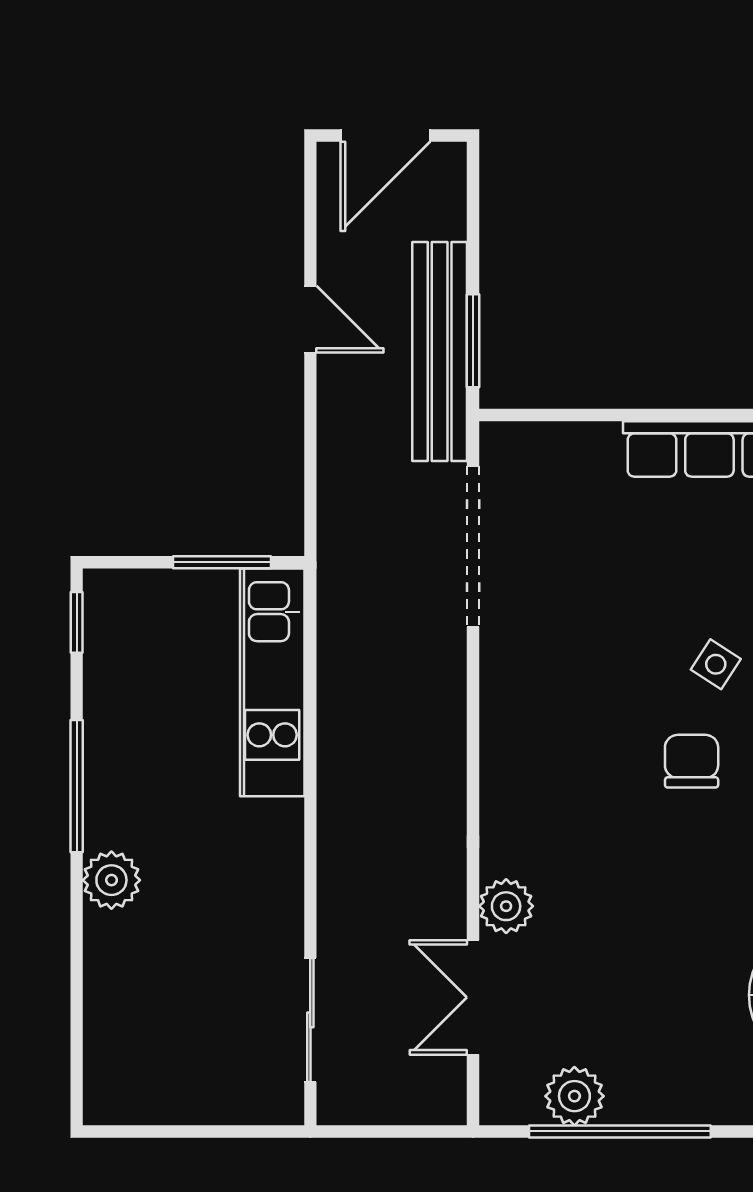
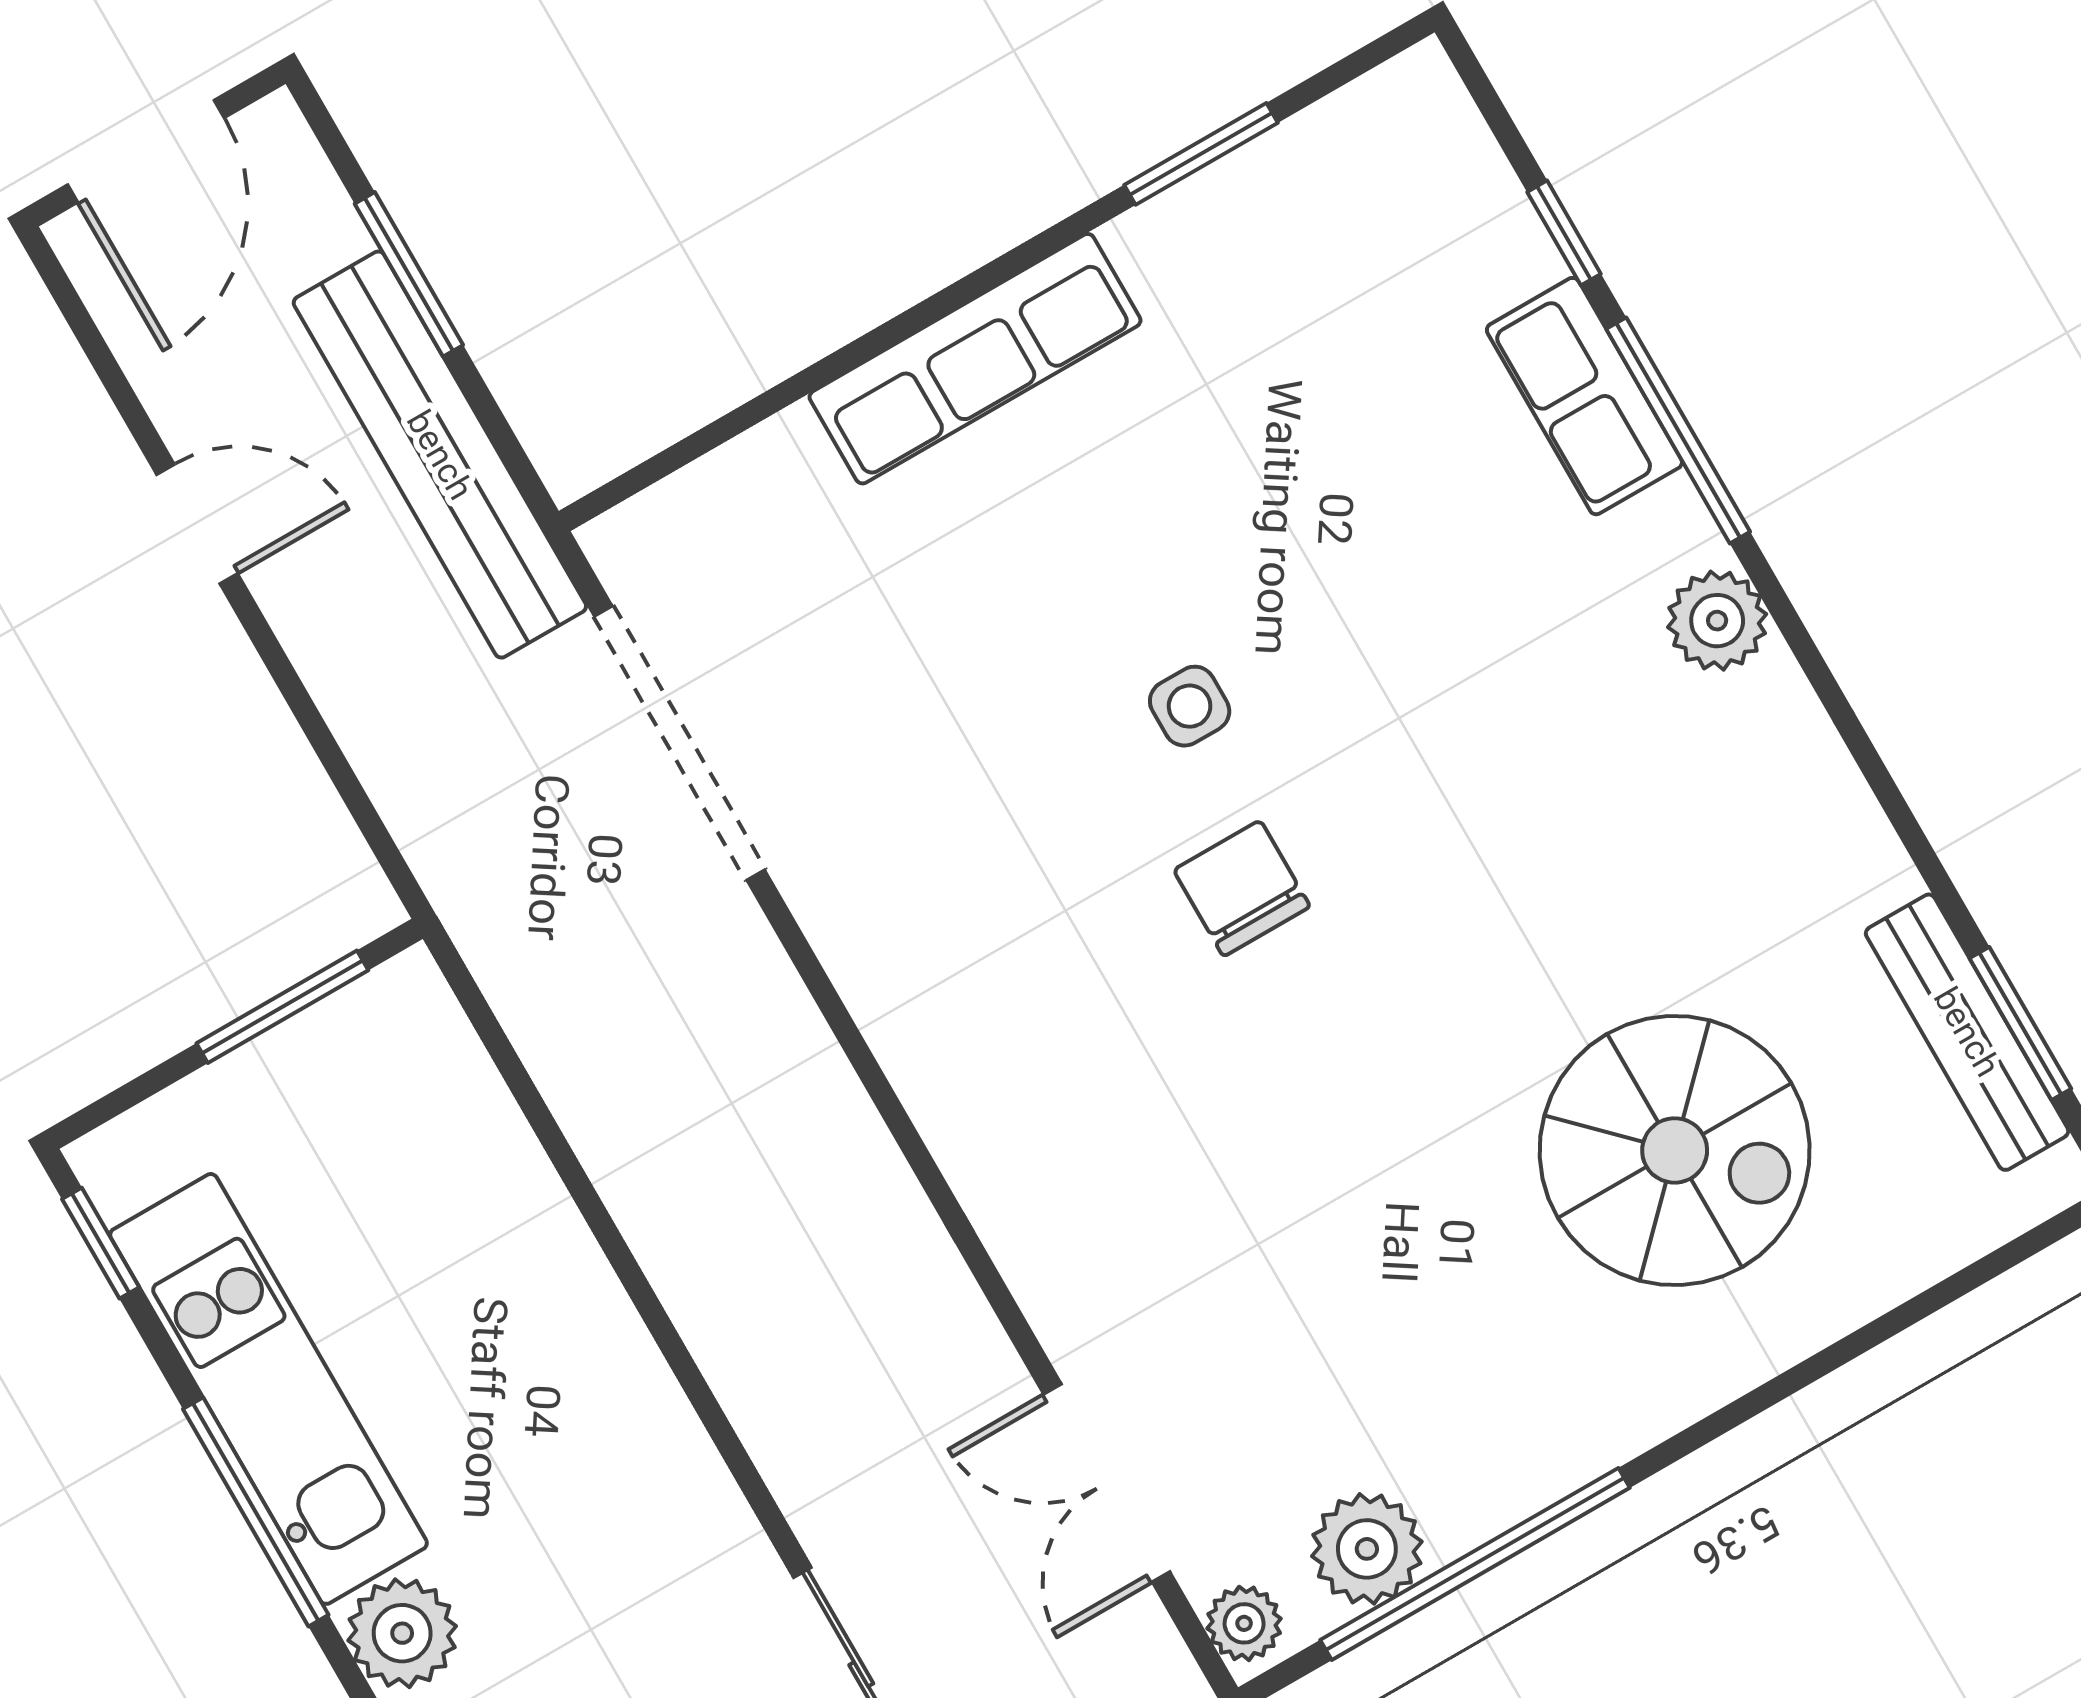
window: (473, 341) -> (409, 274), moved
side table: (716, 664) -> (1190, 706), turned -33
kitchen unit: (272, 682) -> (268, 1389), moved, turned 180
plant: (506, 906) -> (1244, 1623), moved, width x0.73, depth x0.73

